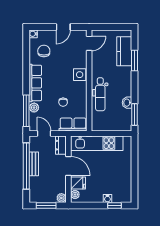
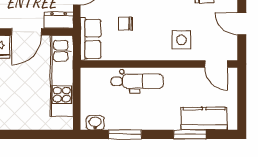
side table: (80, 75) -> (181, 40), moved
dental chair: (100, 94) -> (137, 81), turned 180
washbasin: (127, 103) -> (95, 123), moved
window: (135, 115) -> (125, 134), moved

